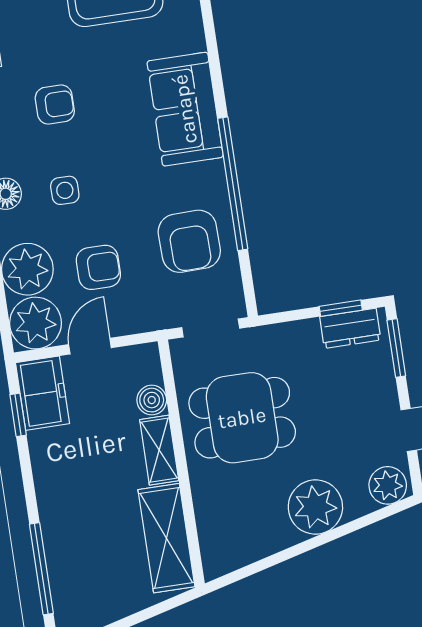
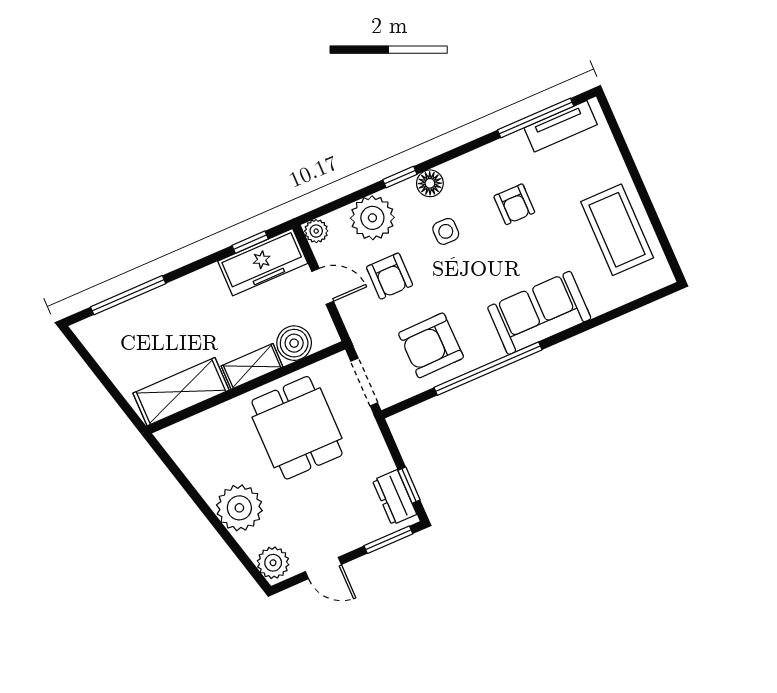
plant: (36, 323) -> (316, 231), width x0.53, depth x0.53
freezer: (42, 393) -> (263, 262), width x1.40
boiler: (152, 400) -> (294, 343), width x1.36, depth x1.36

